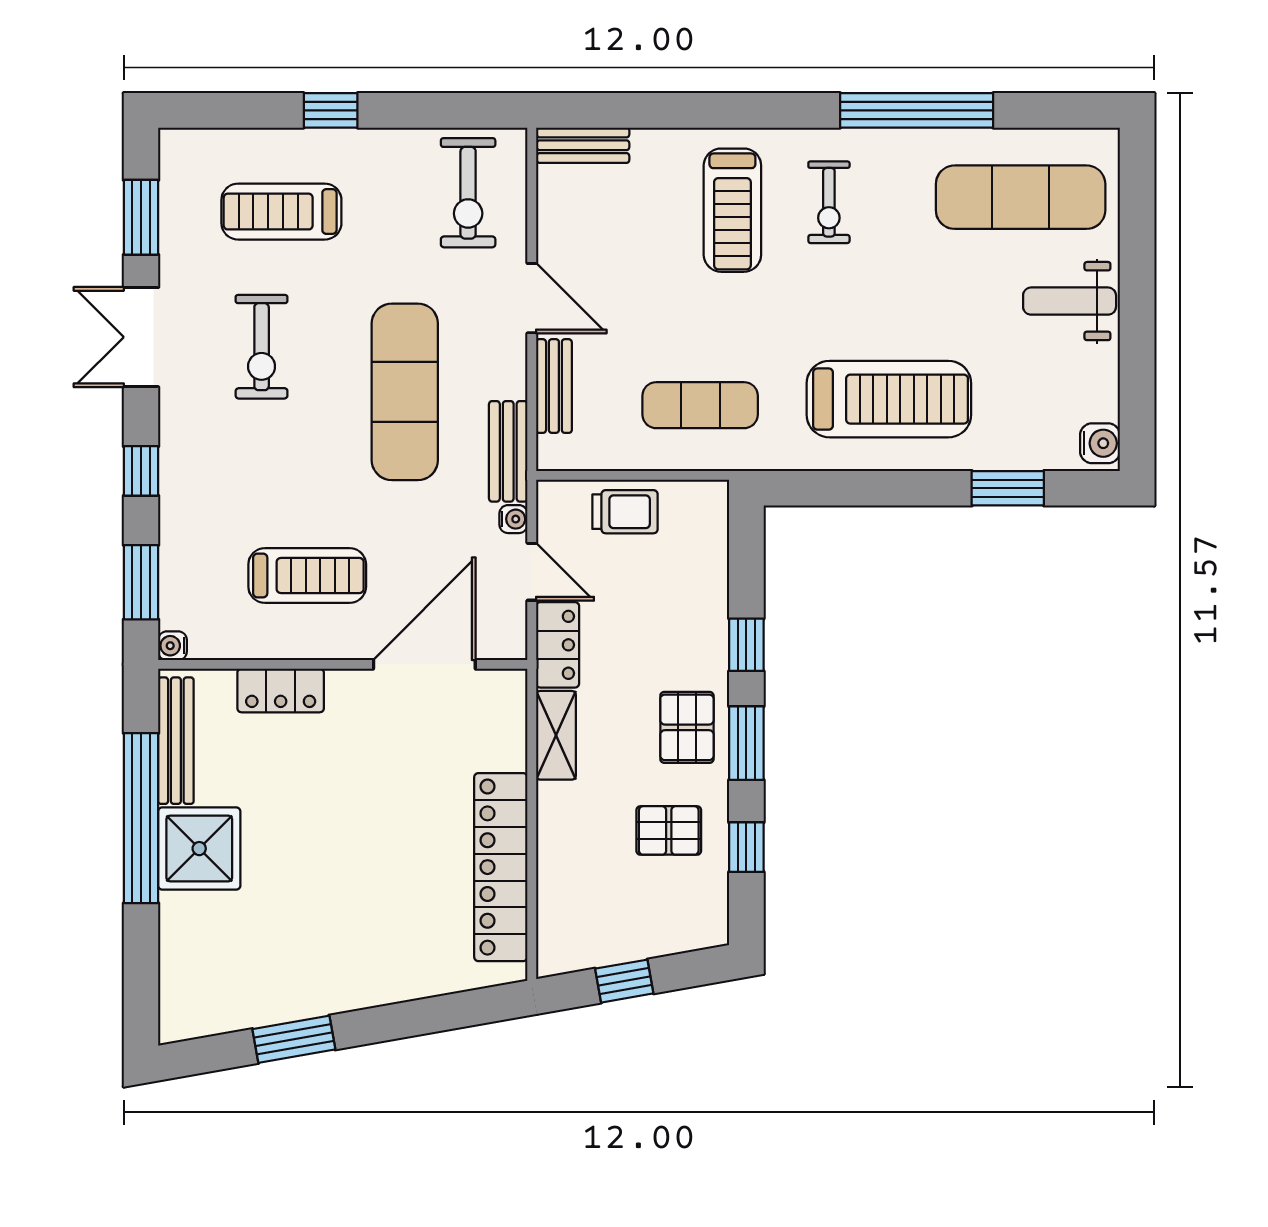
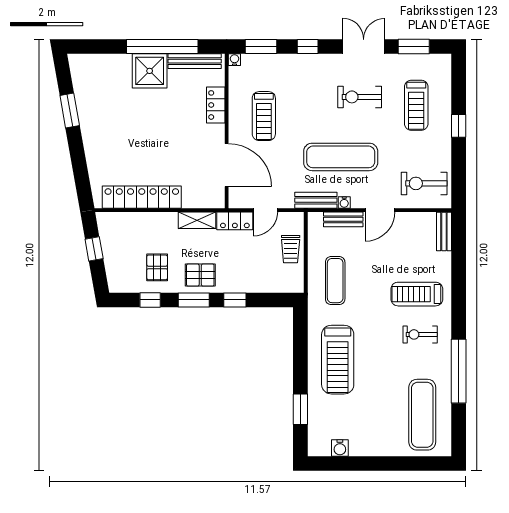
treadmill: (281, 212) -> (416, 105), turned 180
weight bench: (1070, 301) -> (379, 435), removed
water cooler: (1100, 443) -> (340, 448), moved
water cooler: (513, 519) -> (344, 202), moved

